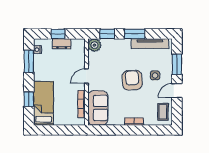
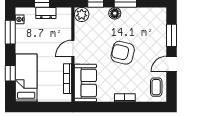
floor lamp: (125, 44) -> (115, 13), added
tv unit: (150, 44) -> (142, 13), removed
side table: (155, 75) -> (148, 48), removed
armchair: (132, 80) -> (123, 53), turned -73

